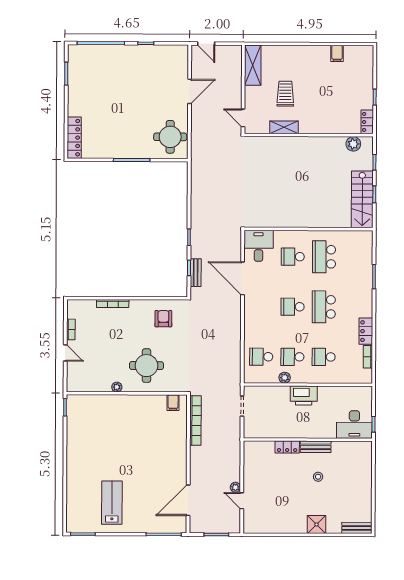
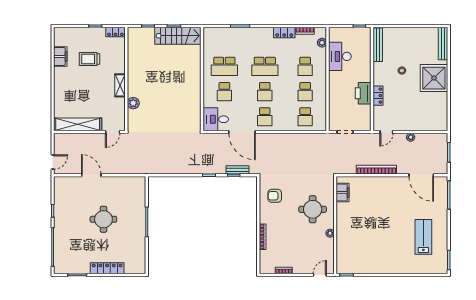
filing cabinet: (337, 53) -> (60, 56), width x2.00
shelving: (253, 65) -> (78, 124), width x1.47
trolley: (285, 94) -> (89, 59), moved
shelving: (284, 127) -> (120, 85), moved
round table: (170, 137) -> (103, 219), moved
locker: (74, 138) -> (107, 268), moved
plant: (353, 144) -> (133, 103), moved
door: (243, 278) -> (242, 132), hinge flipped
school desk: (261, 307) -> (265, 117), added
door: (65, 353) -> (320, 275), moved
plant: (285, 378) -> (322, 43), moved
printer: (304, 396) -> (363, 93), moved, turned 180
filing cabinet: (173, 403) -> (343, 192), width x2.00
bookcase: (195, 420) -> (376, 170), moved
desk: (354, 424) -> (340, 56), moved, turned 180
bench: (316, 447) -> (378, 45), moved, width x1.36
door: (242, 501) -> (386, 132), moved
lab bench: (112, 503) -> (423, 237), turned 90
shower: (317, 524) -> (434, 78), width x1.86, depth x1.86
bench: (357, 528) -> (443, 43), width x1.36

